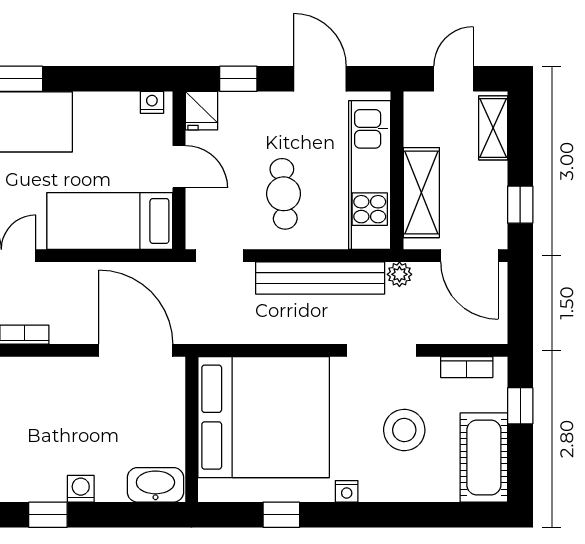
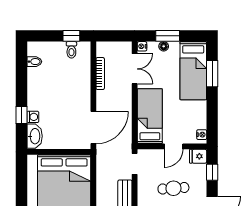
cafe table: (284, 194) -> (173, 188), moved
washing machine: (81, 489) -> (33, 117), moved
window: (48, 515) -> (21, 115), moved
window: (281, 515) -> (21, 191), removed

